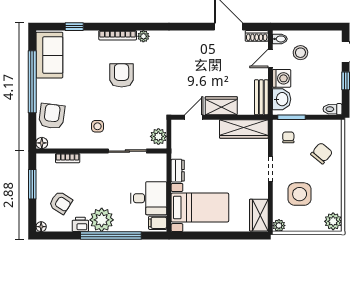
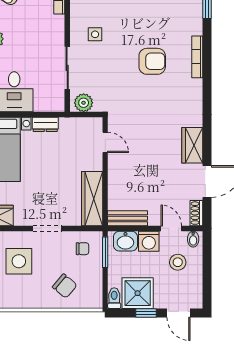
plant: (143, 36) -> (196, 86), removed
shower: (328, 88) -> (138, 293), added
wardrobe: (221, 106) -> (192, 145), moved, turned 180

